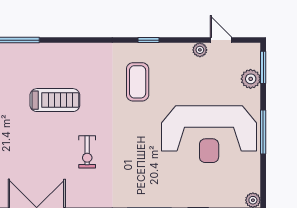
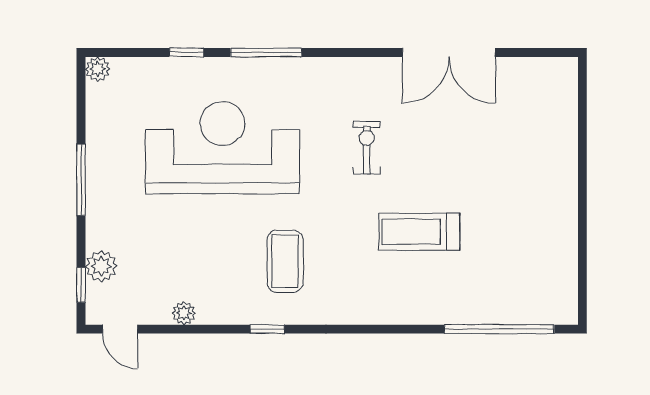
door: (221, 40) -> (120, 329), moved
window: (263, 67) -> (81, 285), width x0.67
reception desk: (209, 134) -> (222, 148), moved

